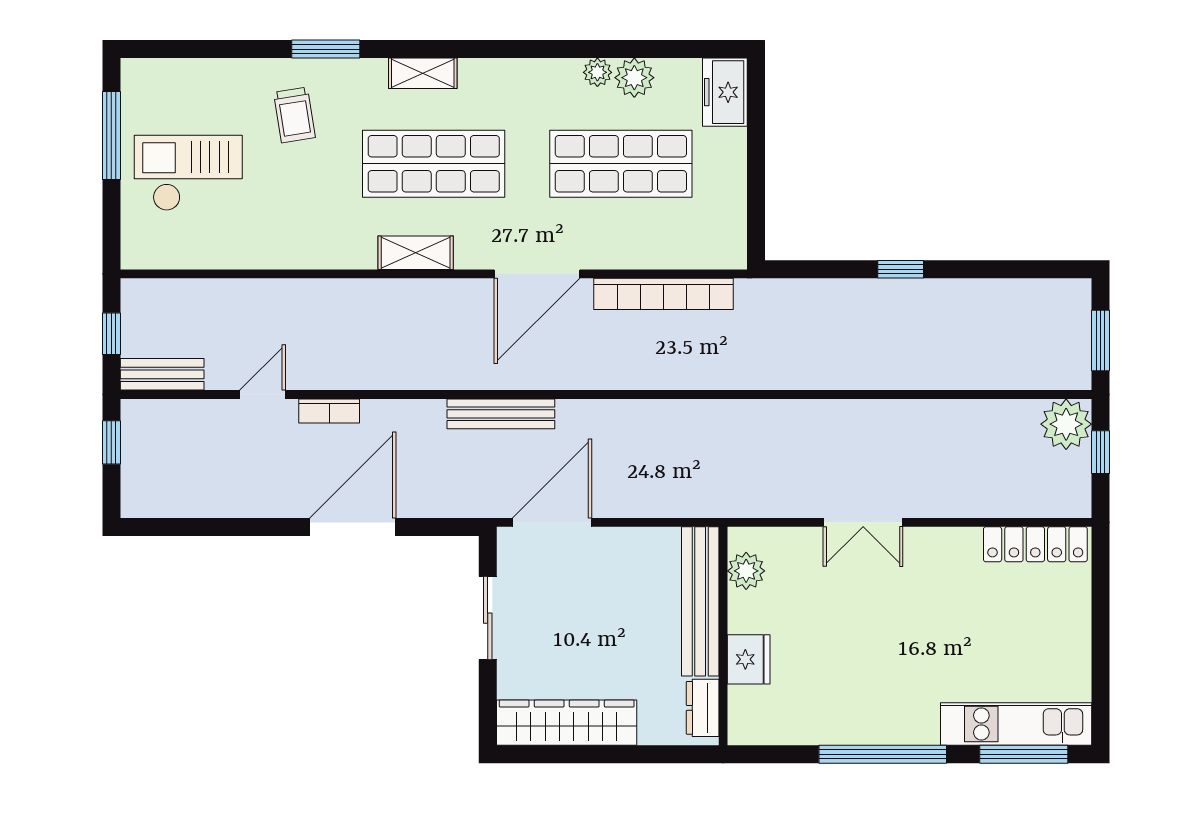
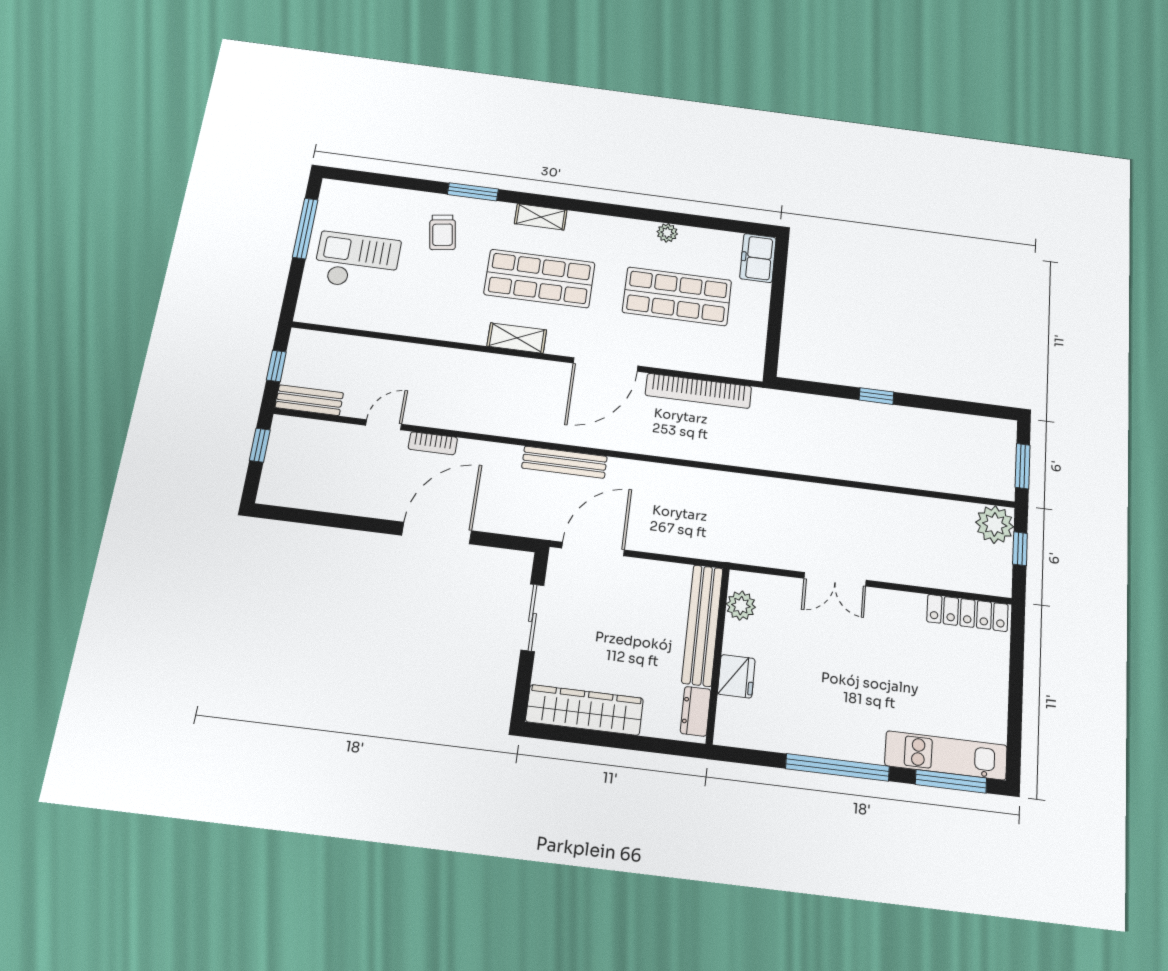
plant: (634, 78) -> (693, 240), removed

